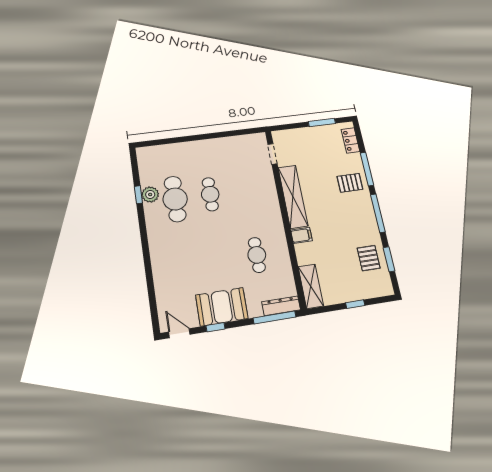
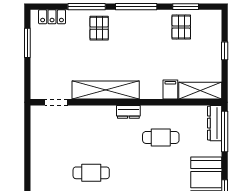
dresser: (276, 220) -> (128, 112), added
filing cabinet: (301, 235) -> (170, 90), moved
pallet: (369, 258) -> (181, 27), turned 90

